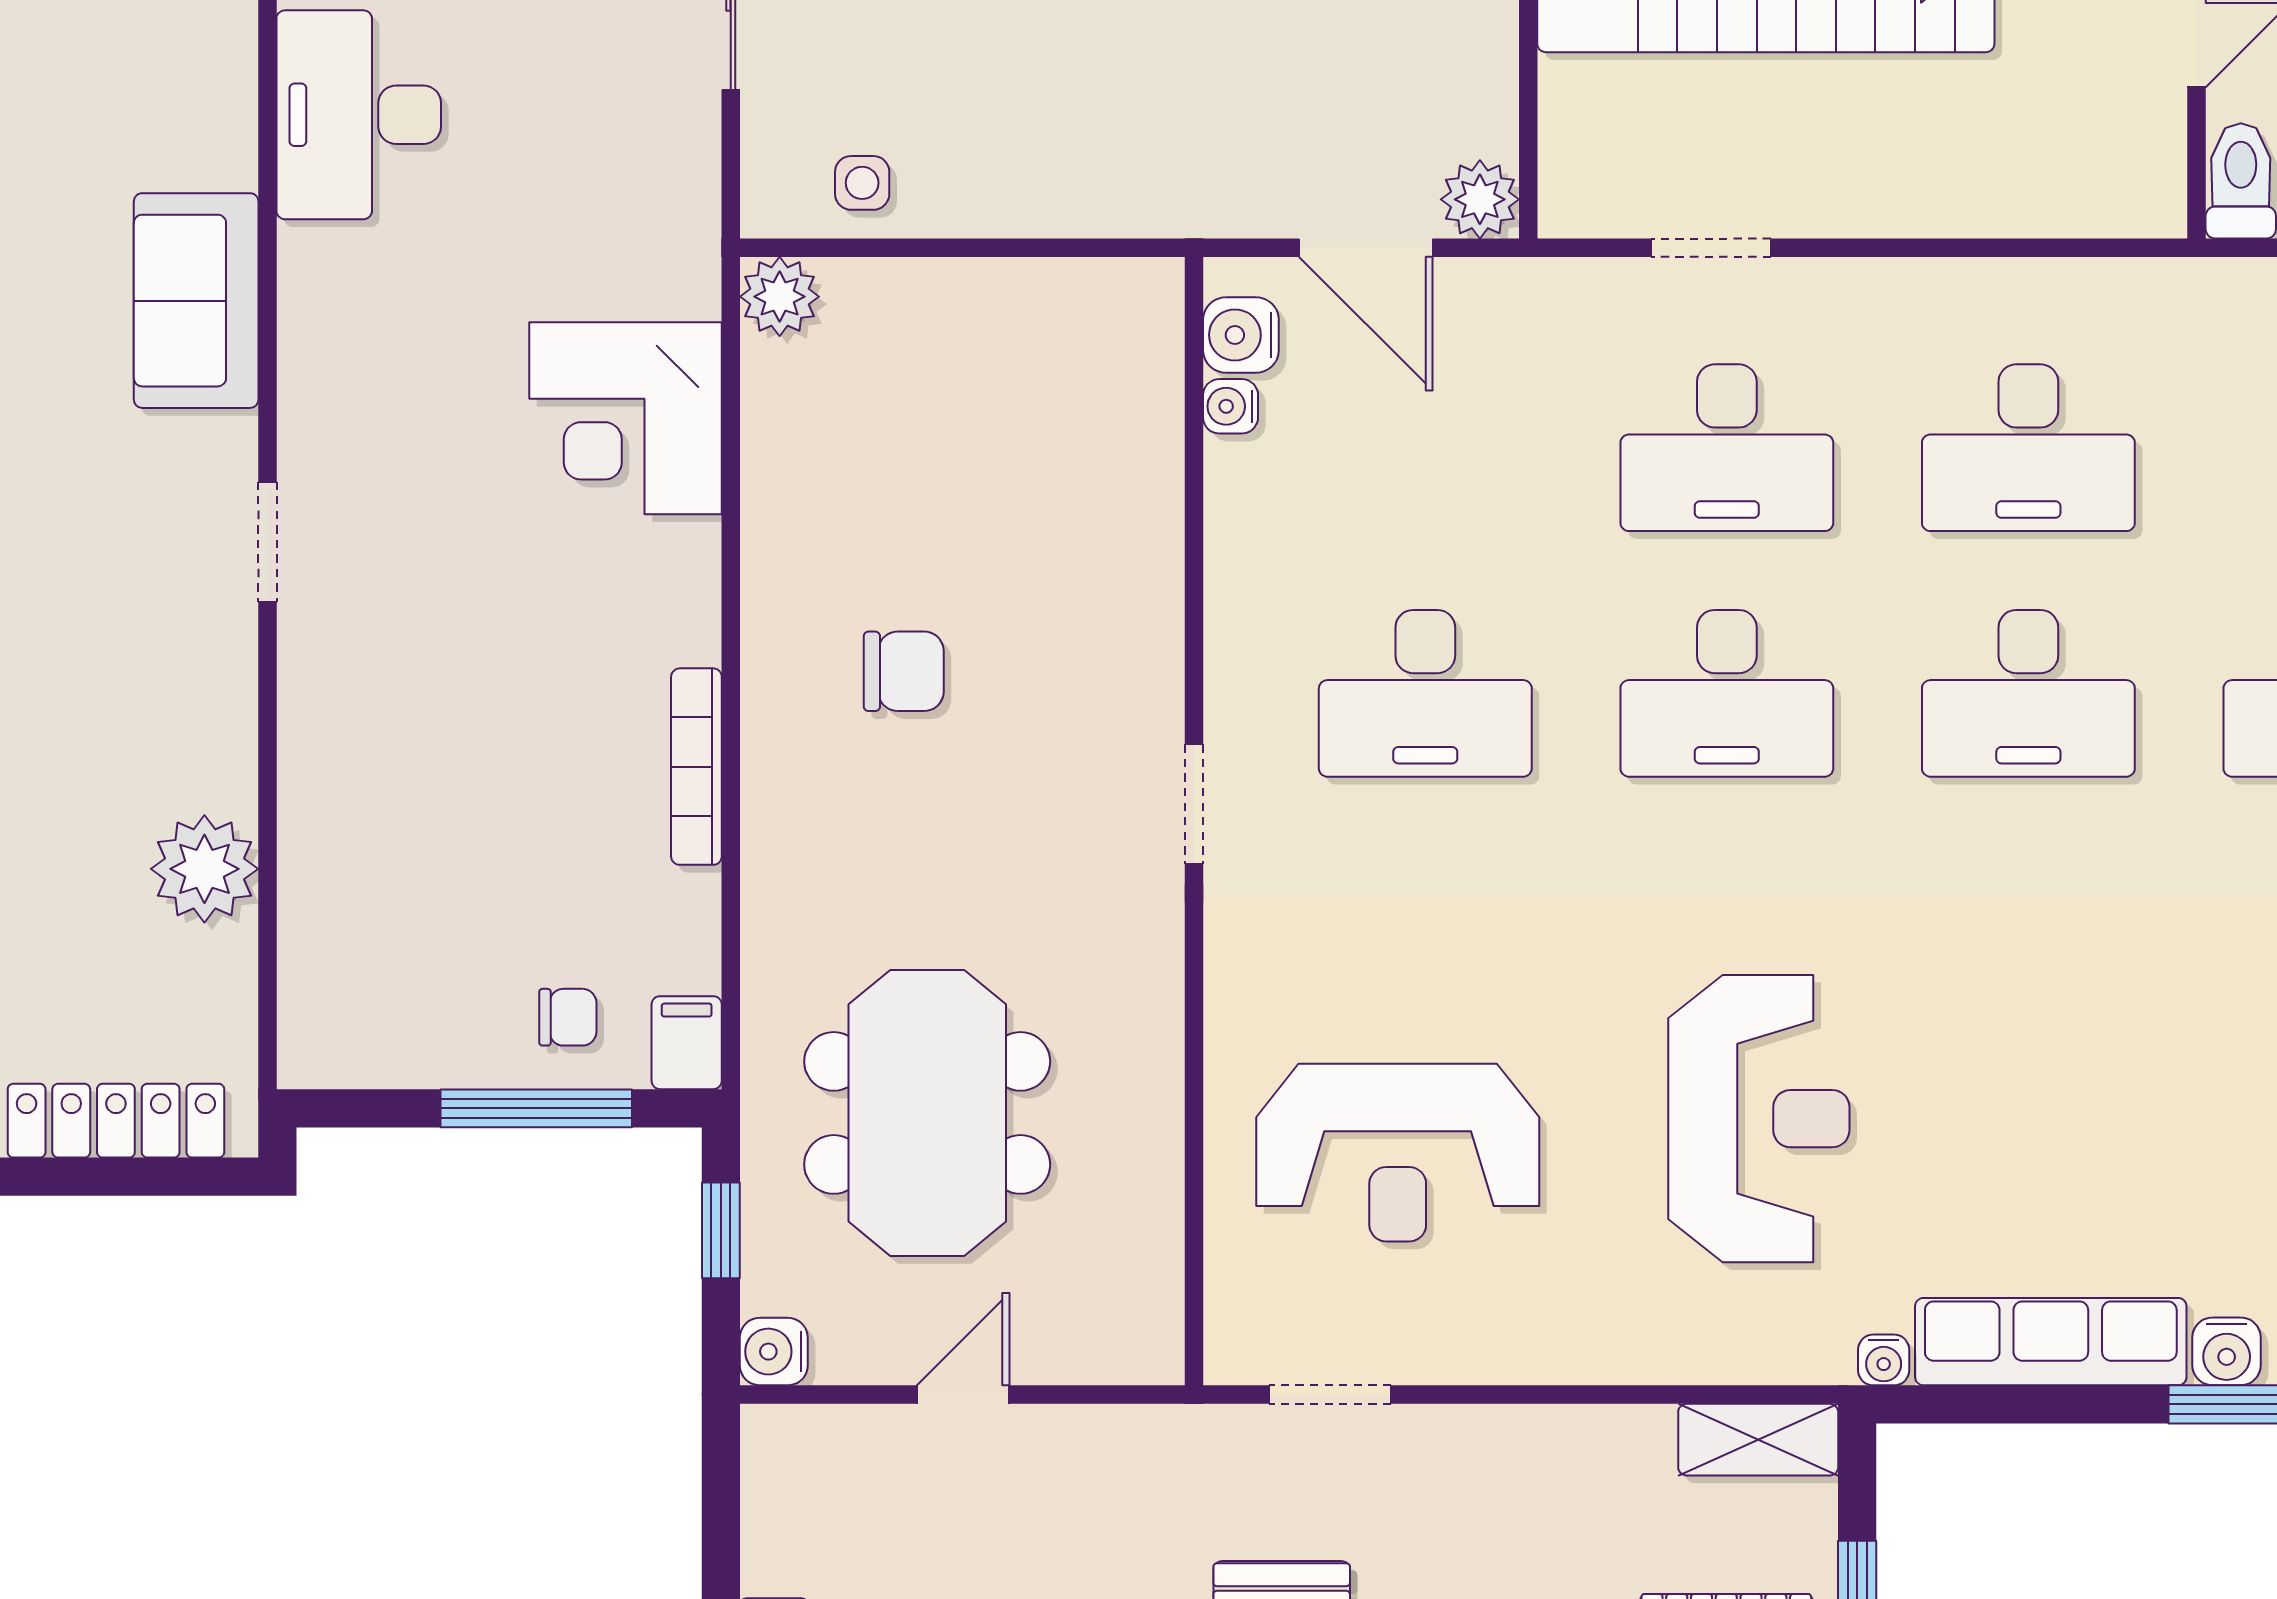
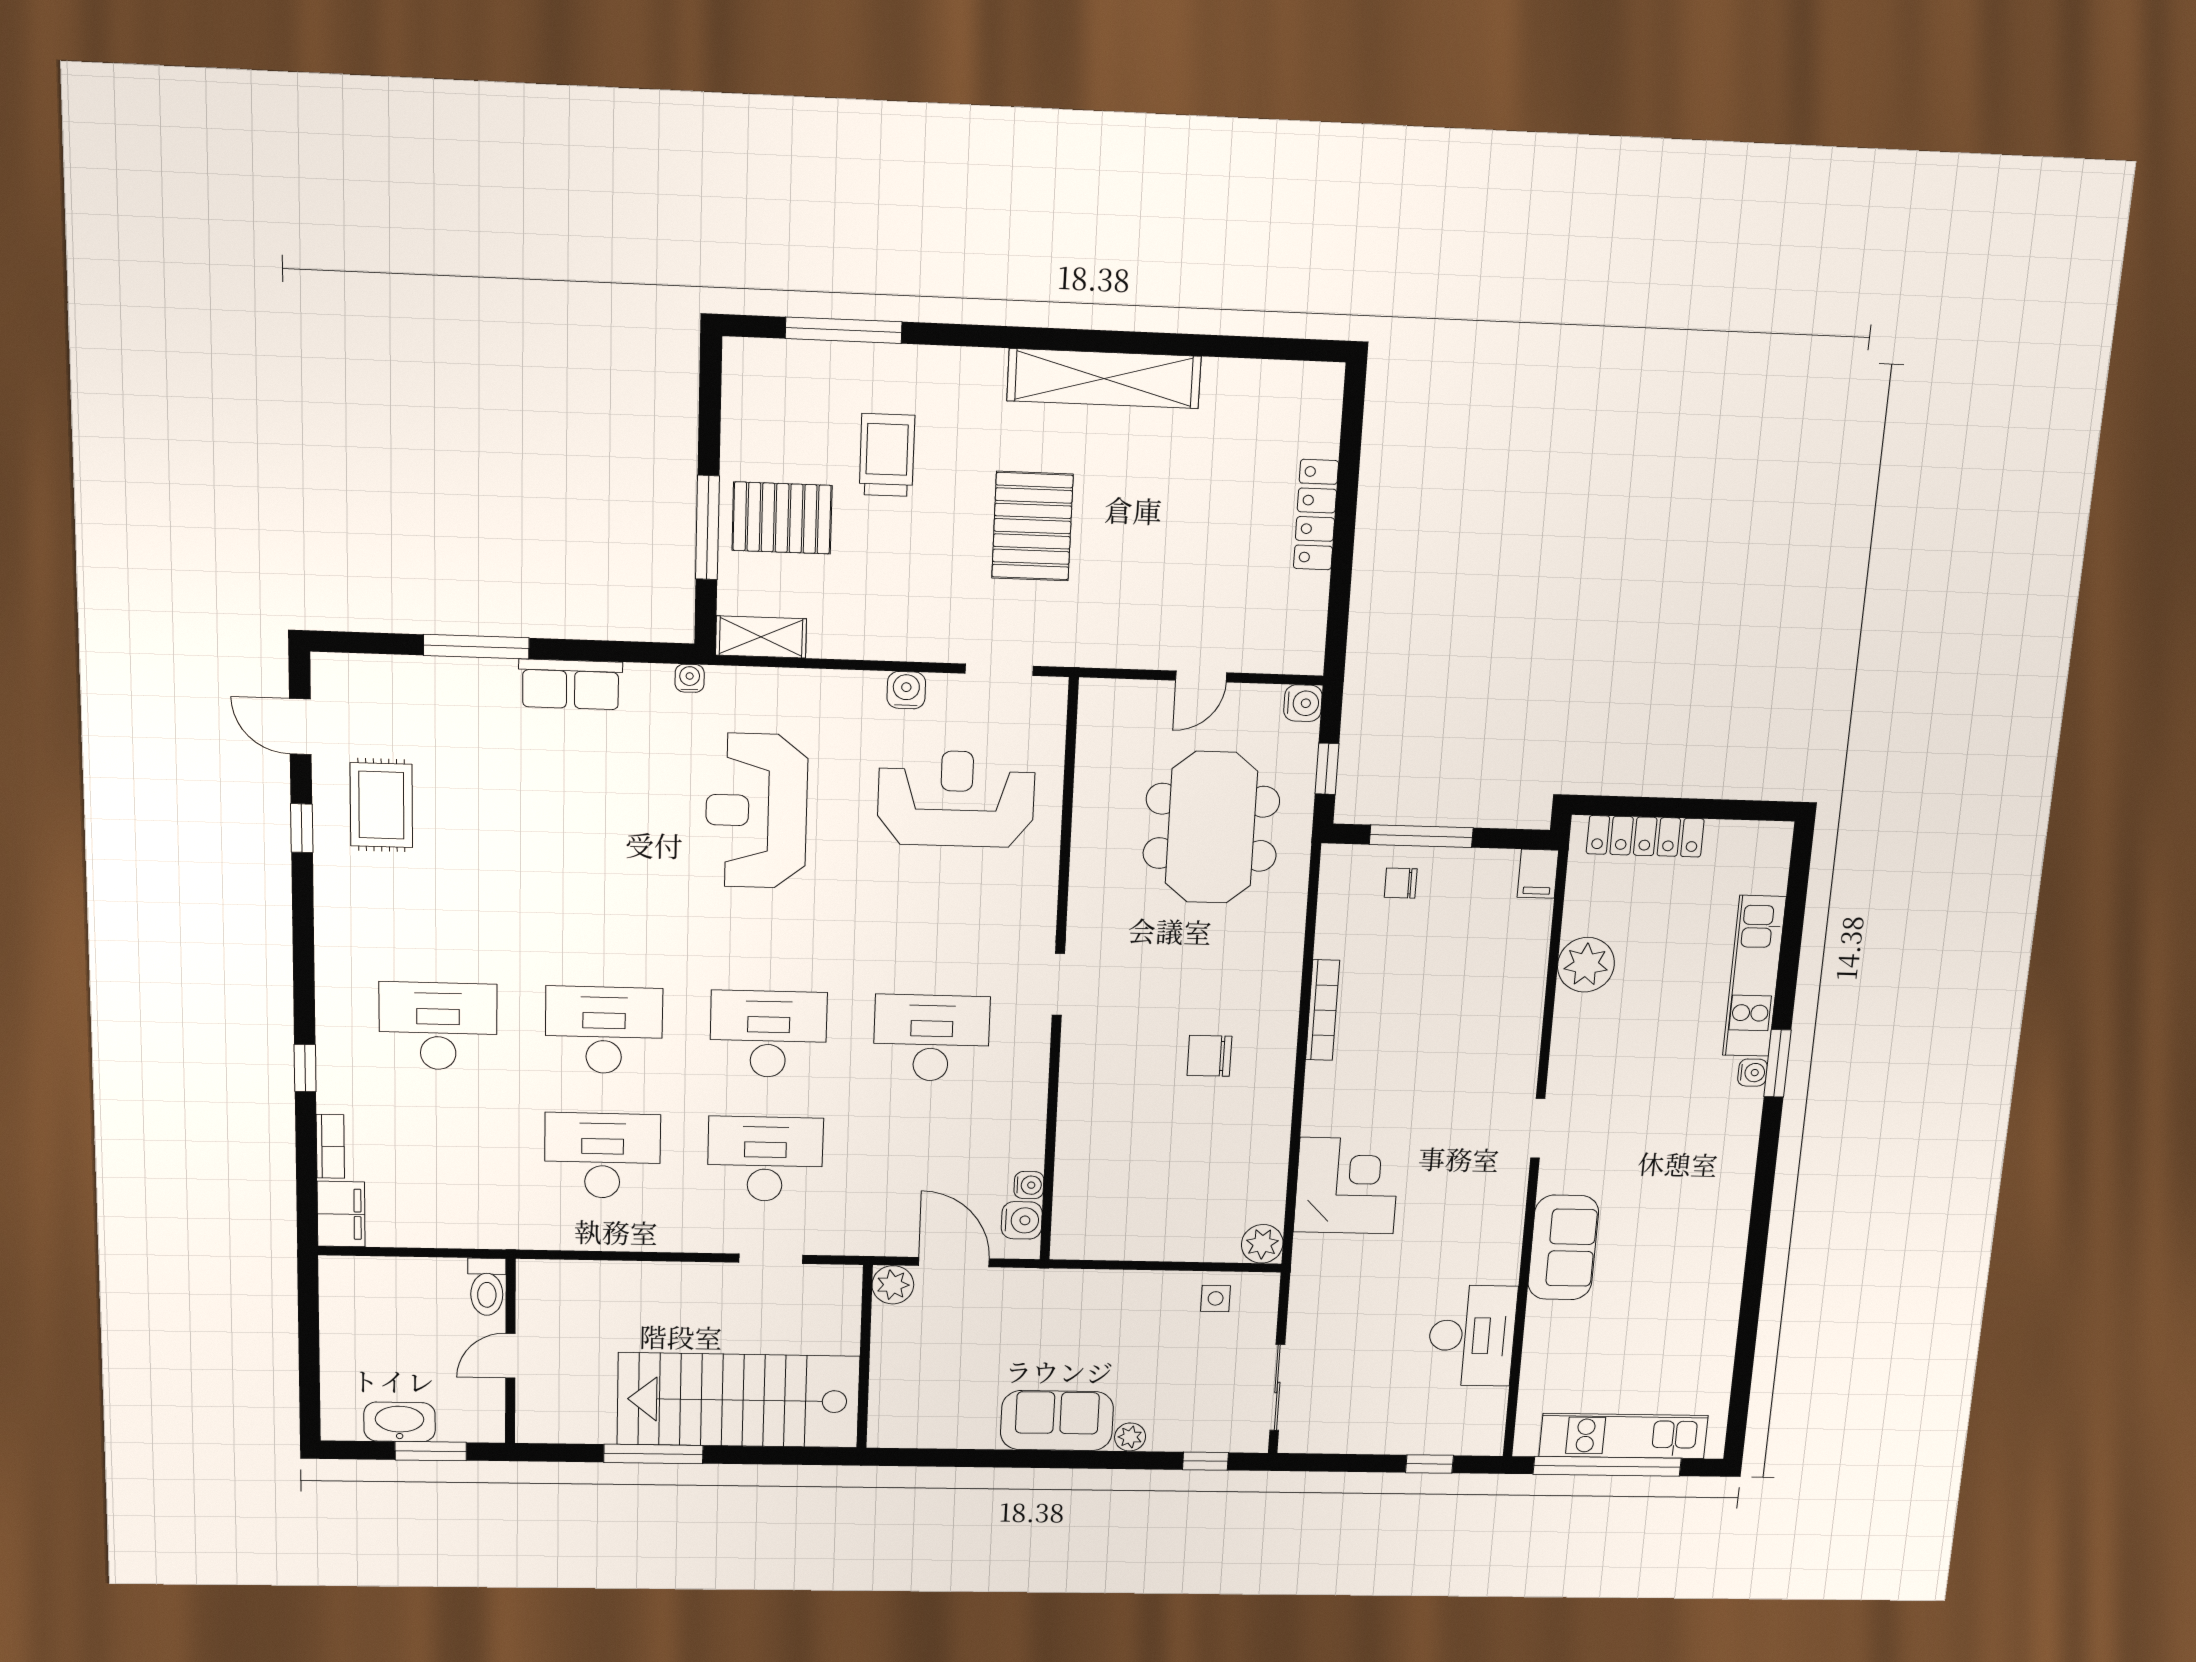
filing cabinet: (687, 1043) -> (1538, 874), moved
row of seats: (2051, 1342) -> (571, 684), width x0.68
water cooler: (2227, 1351) -> (906, 690), moved

